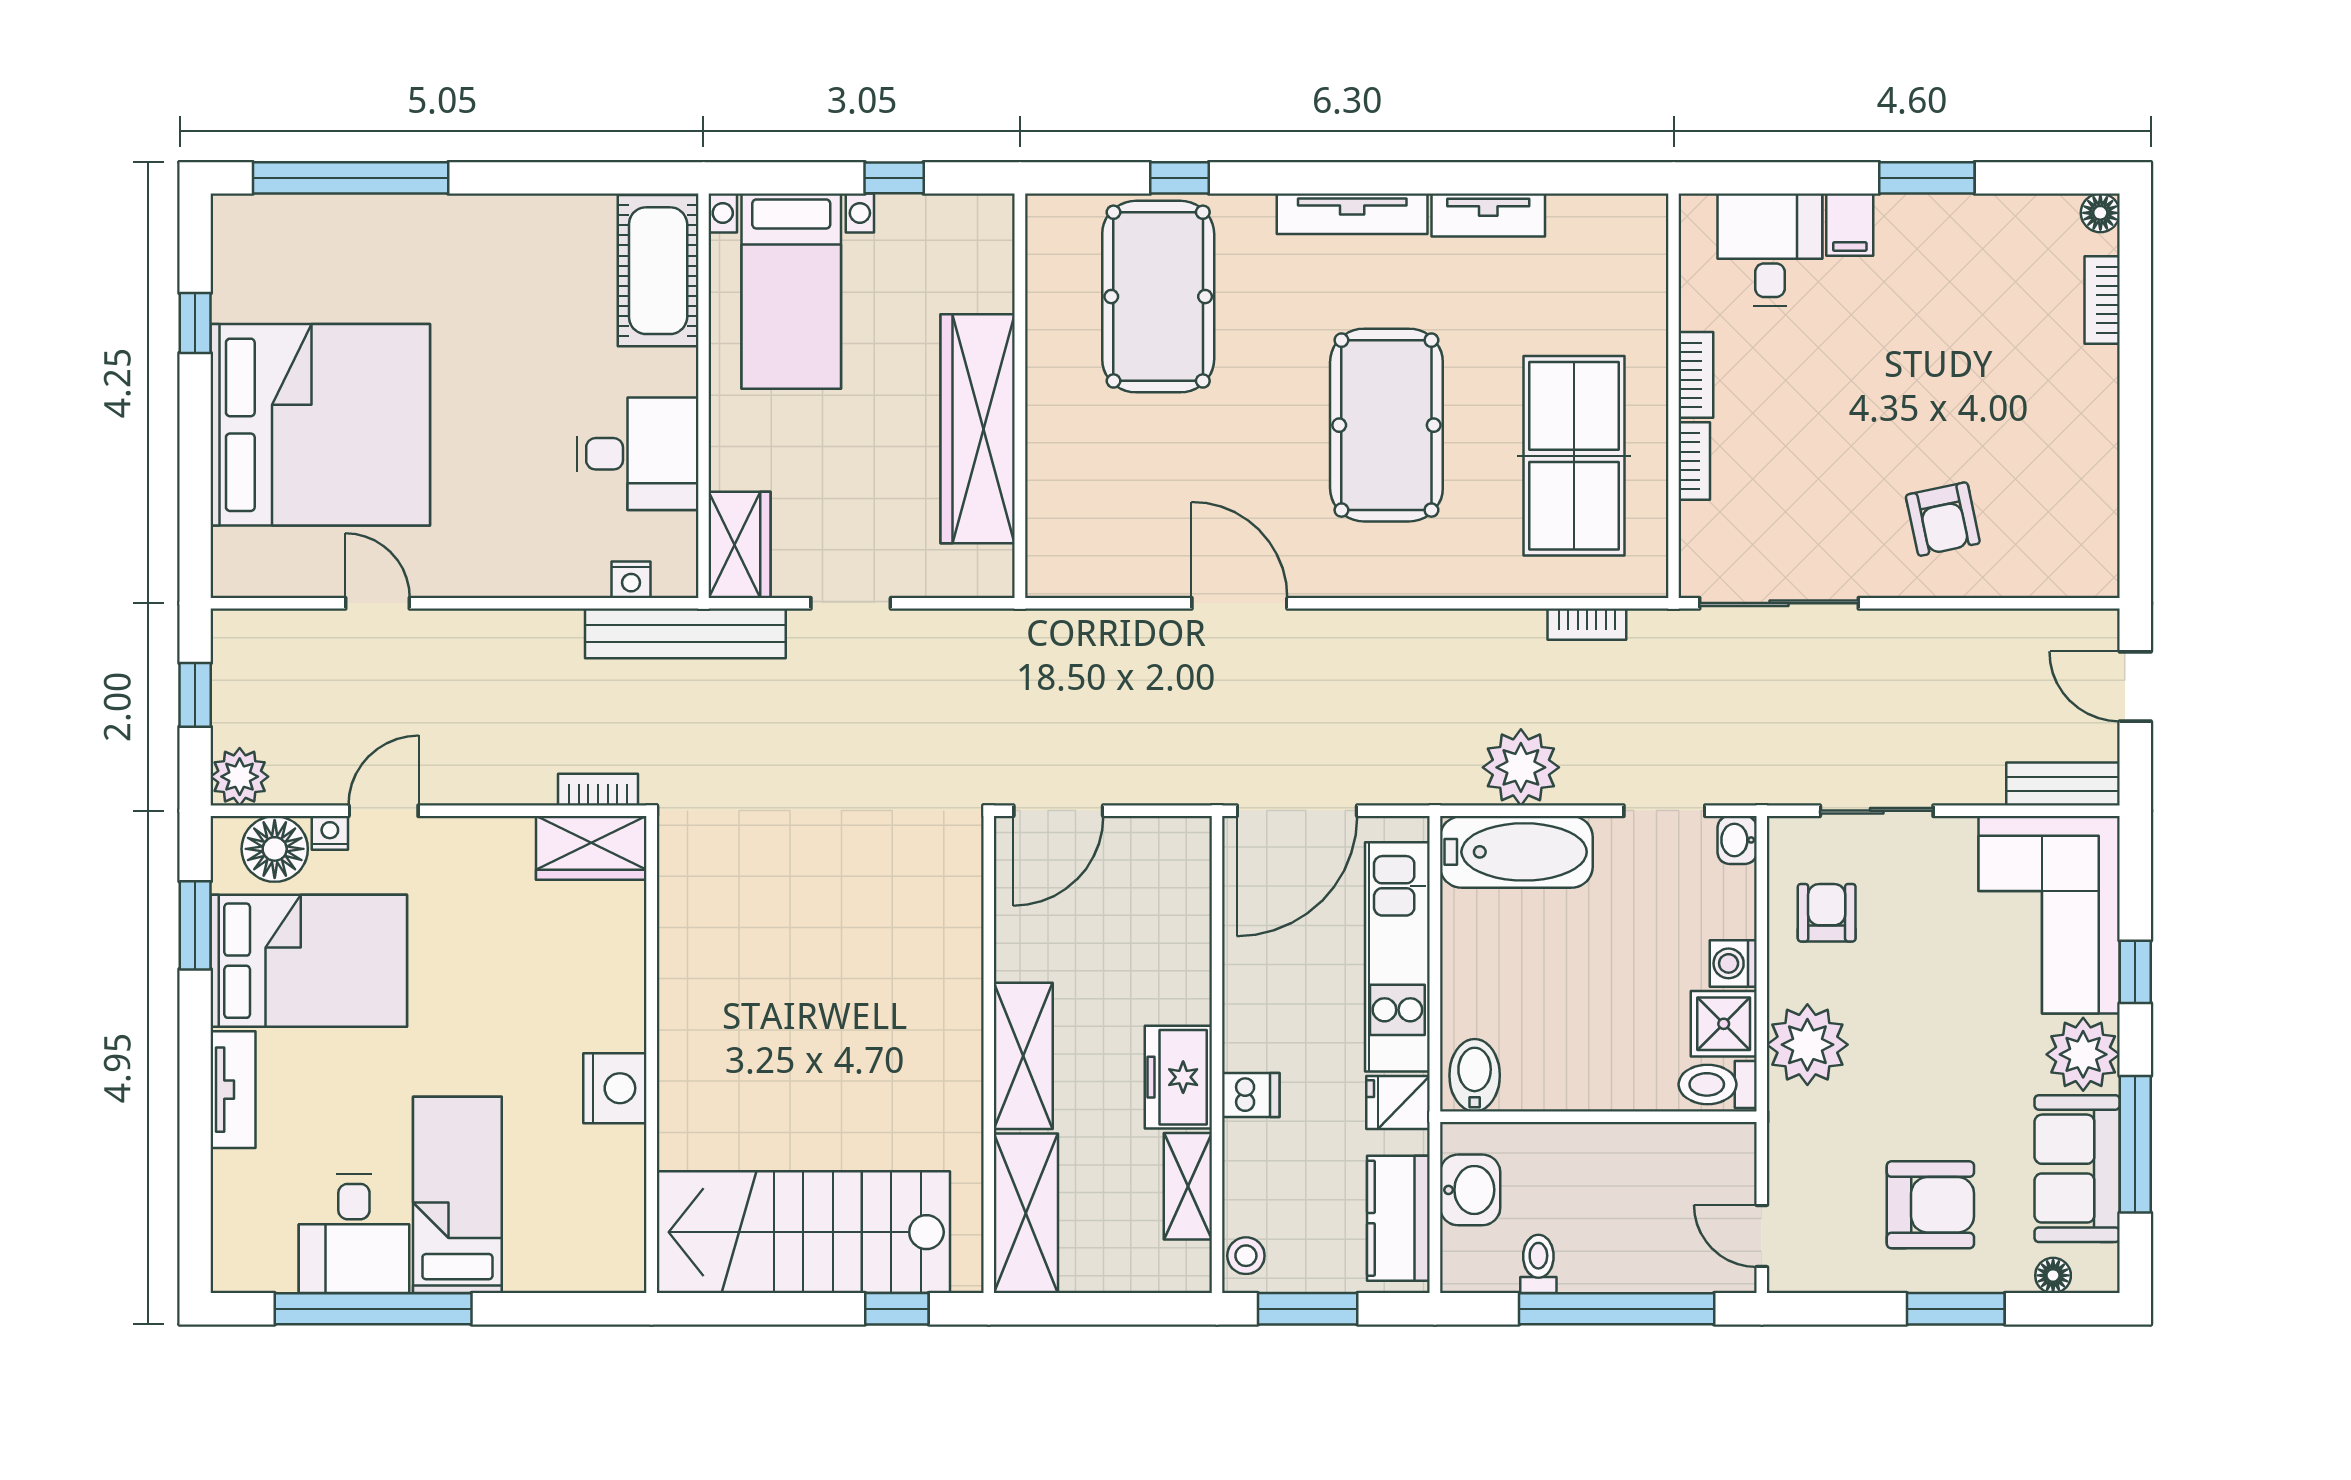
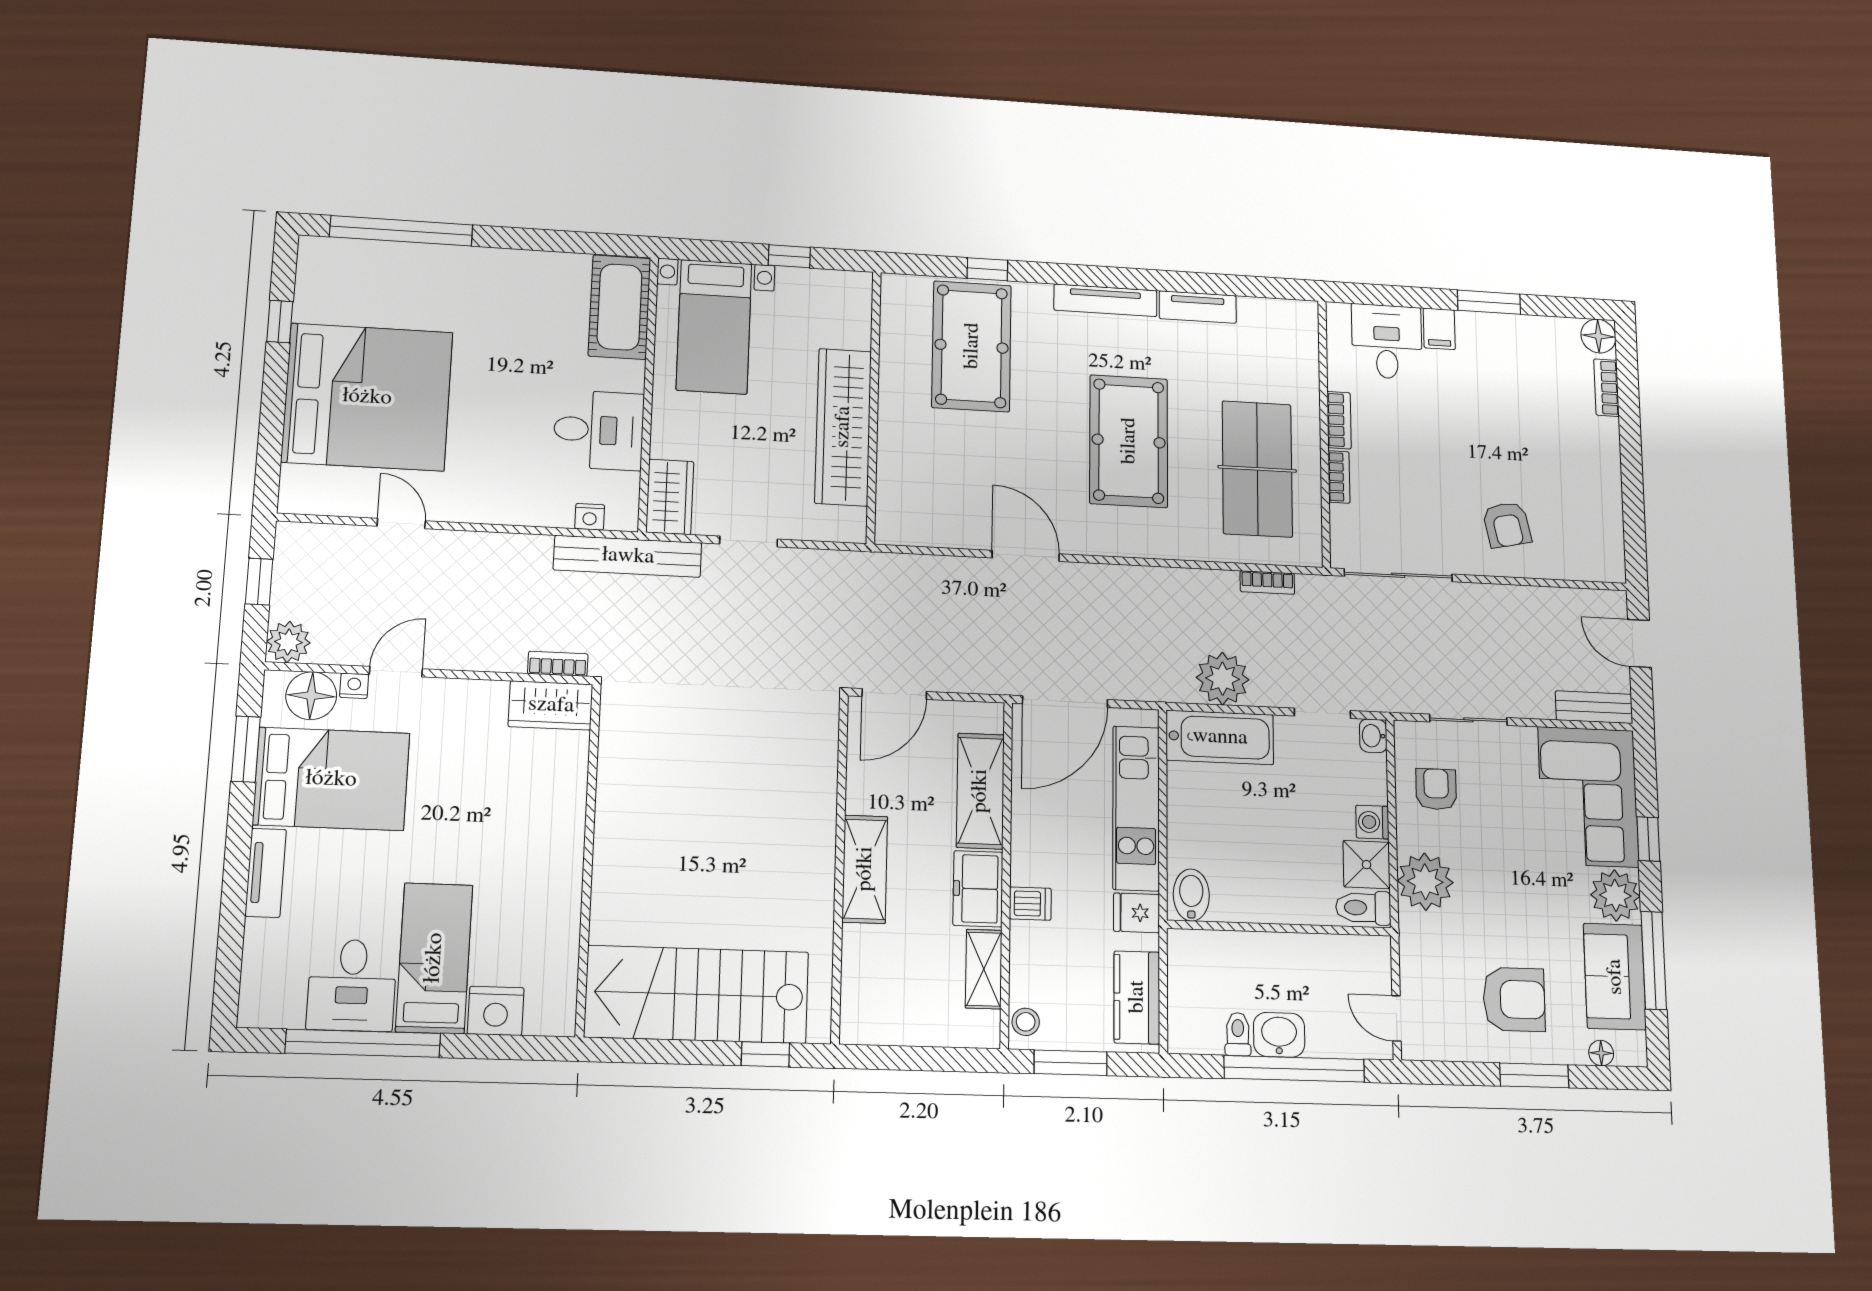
floor lamp: (2100, 213) -> (1598, 336), width x1.37, depth x1.37
nightstand: (615, 1088) -> (496, 1011), moved, turned 90
washbasin: (1470, 1190) -> (1279, 1035), moved, turned -90
shelving: (1026, 1213) -> (980, 791), moved

